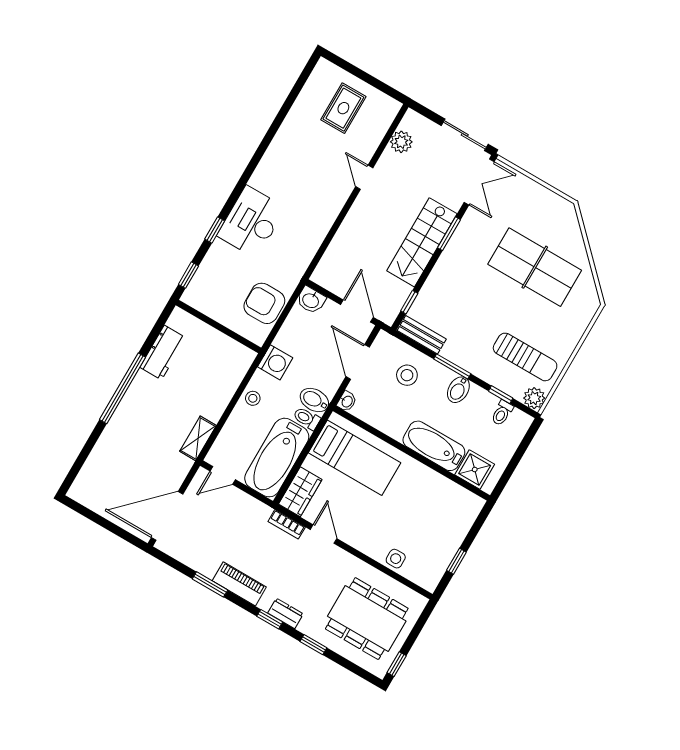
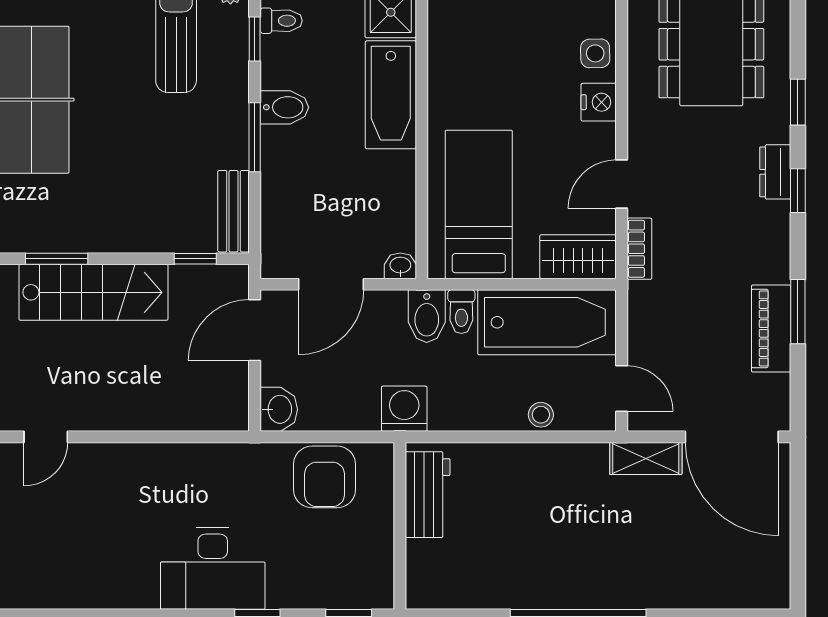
workbench: (163, 352) -> (428, 495), moved, turned 90
stool: (407, 375) -> (308, 198), removed
stool: (253, 398) -> (541, 415), moved
shelving: (198, 438) -> (646, 458), moved
nightstand: (371, 546) -> (599, 102), added
piano: (239, 584) -> (771, 328), moved

